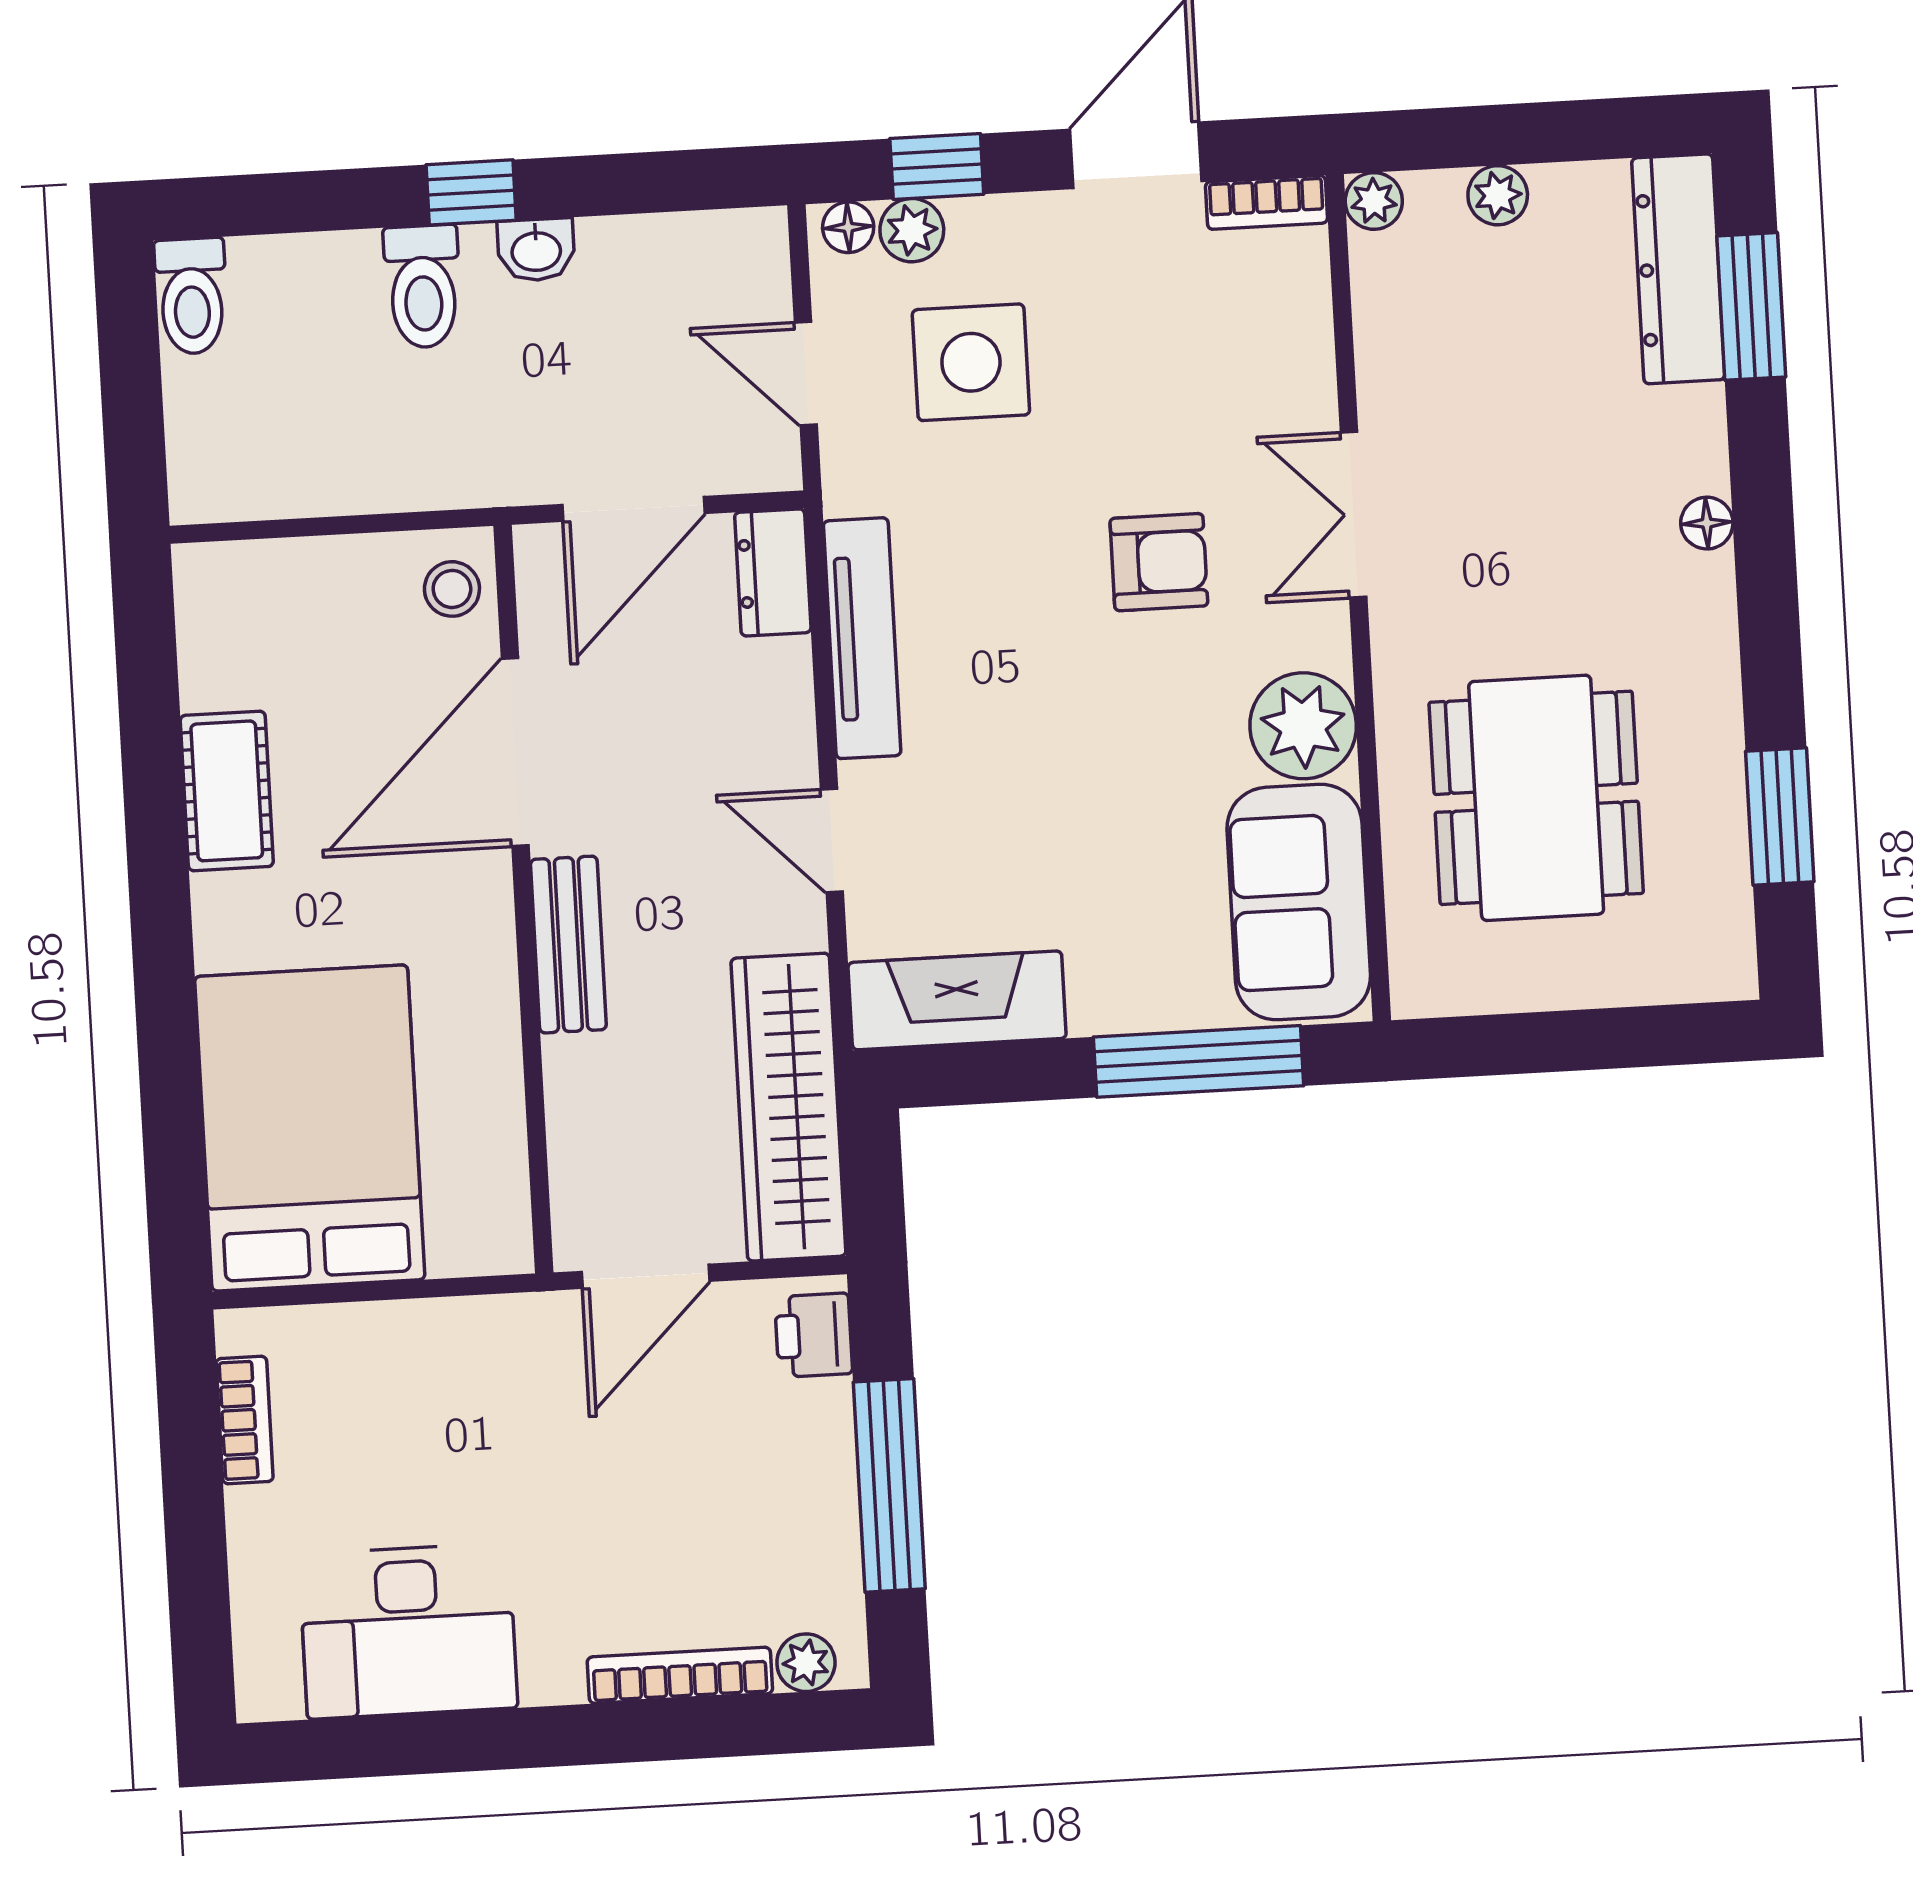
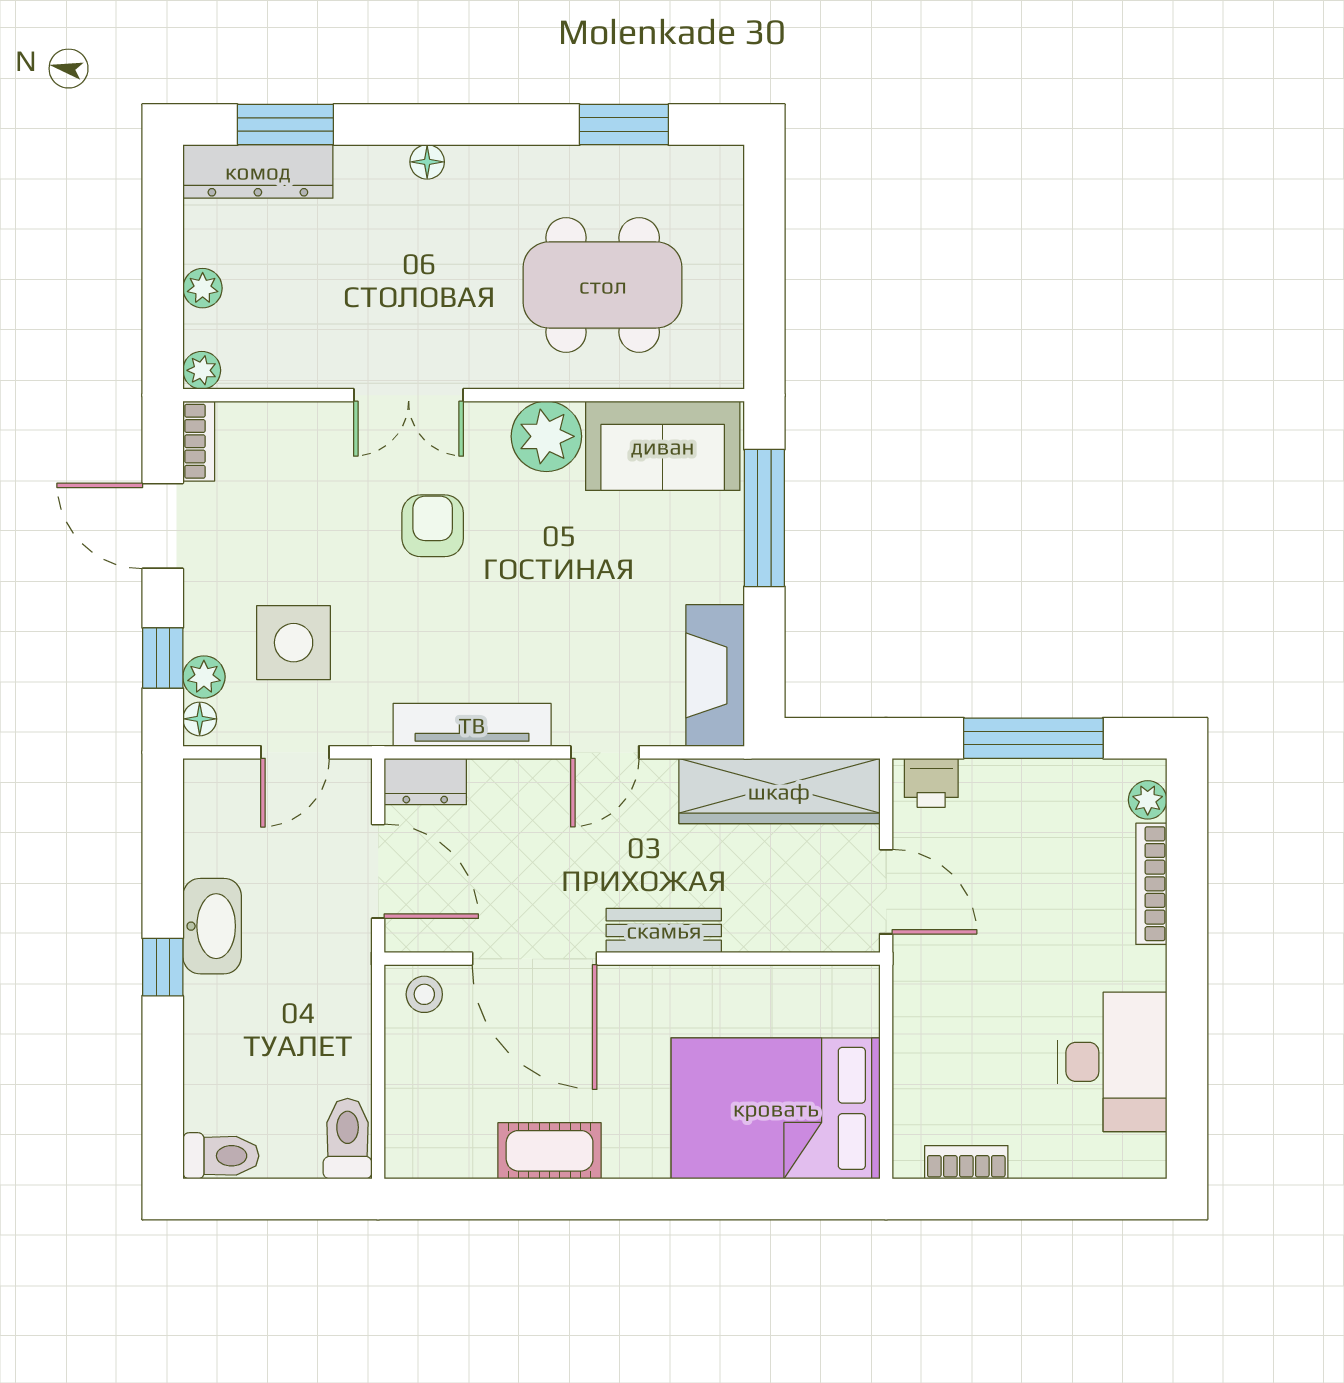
washbasin: (536, 250) -> (212, 926), width x1.91, depth x1.45
toilet: (423, 286) -> (348, 1139), moved, turned -90

